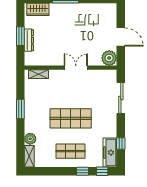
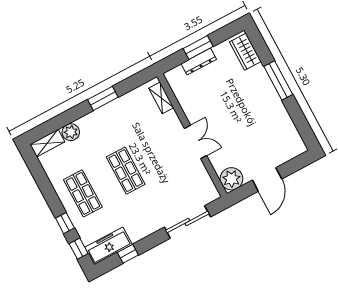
shop shelf: (71, 118) -> (126, 171), width x0.70, depth x0.74

